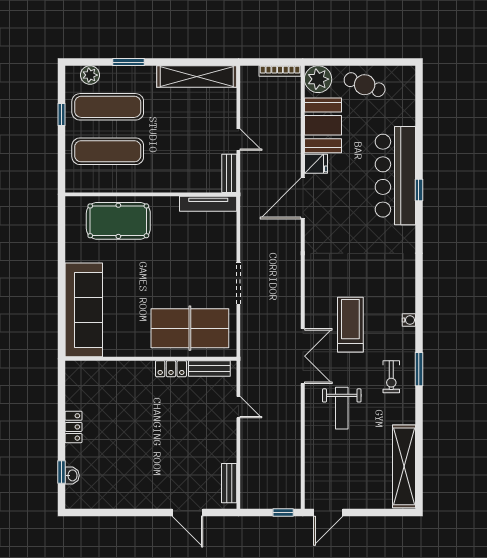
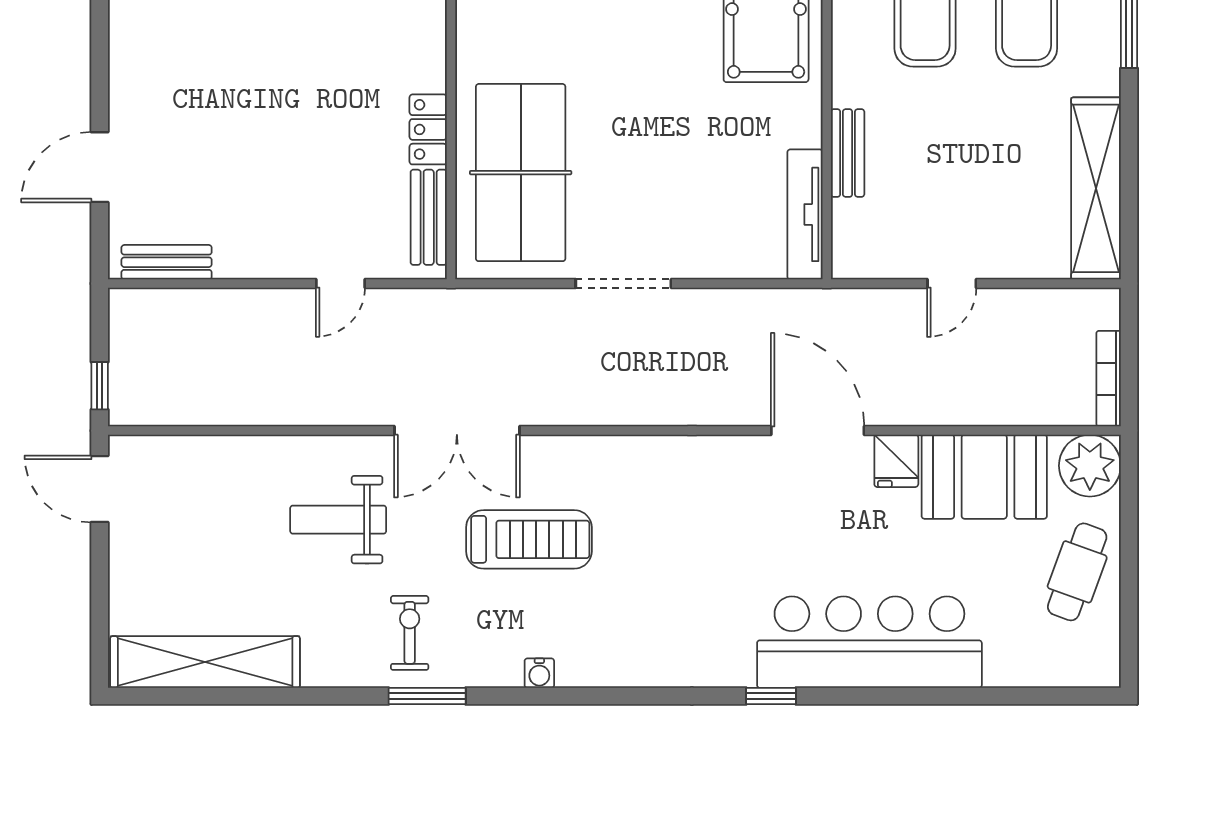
bench: (229, 173) -> (848, 153), moved, turned 90
window: (419, 190) -> (771, 696), moved
exercise bike: (391, 377) -> (410, 633), turned 90

